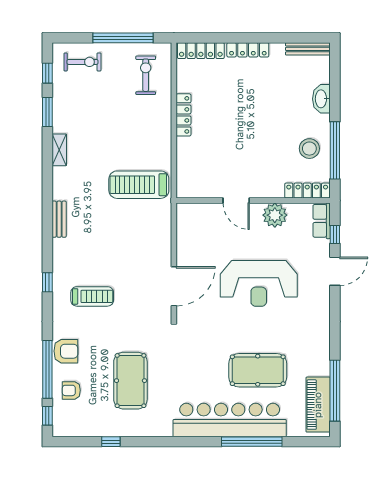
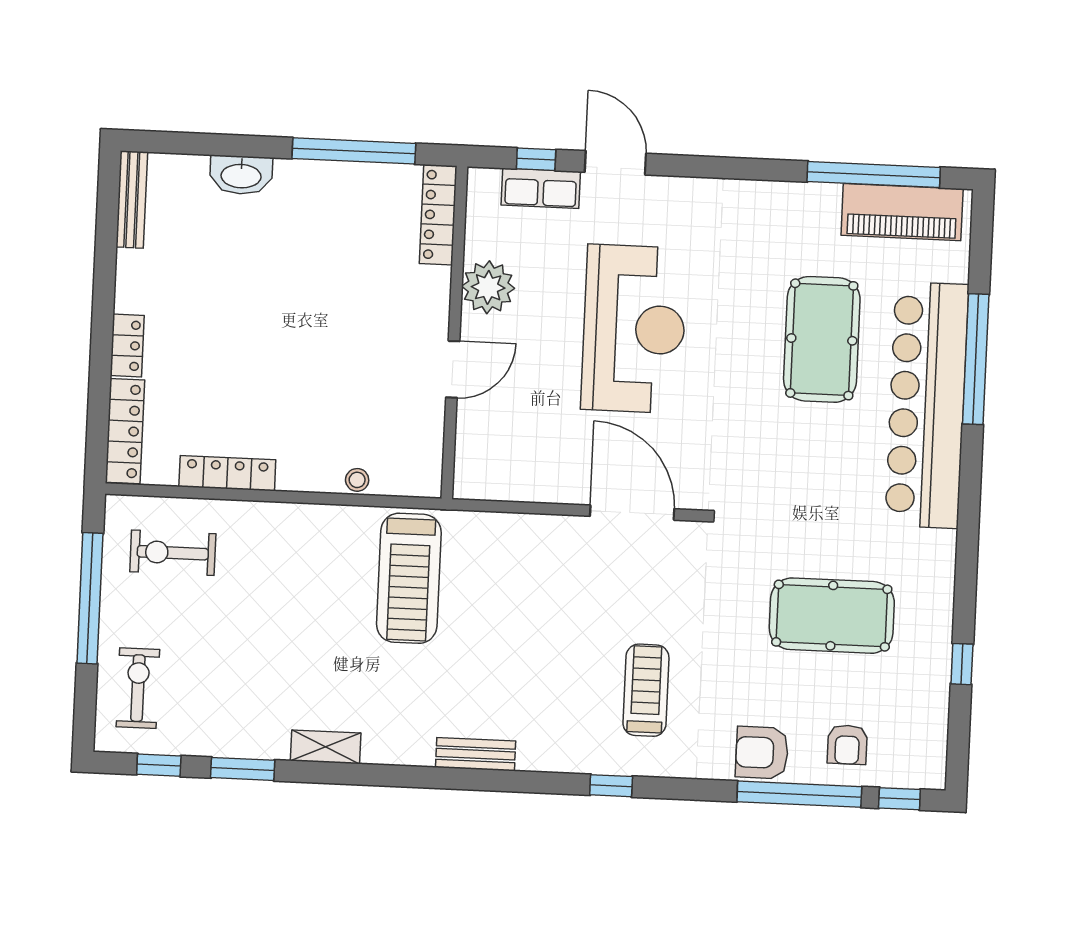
locker: (248, 50) -> (127, 345), width x0.66
locker: (184, 115) -> (227, 473), moved
stool: (309, 149) -> (357, 480), moved, width x0.53, depth x0.53
row of seats: (322, 221) -> (541, 188), moved
armchair: (66, 351) -> (762, 753), turned -90

